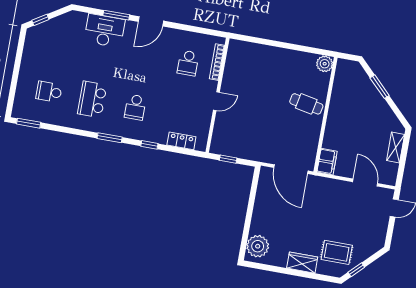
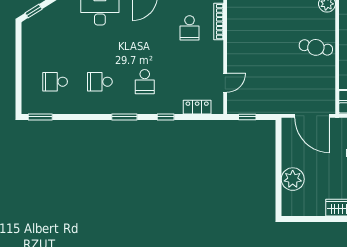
school desk: (92, 99) -> (100, 82), width x0.54
door: (216, 101) -> (225, 83), moved
plant: (258, 246) -> (293, 179), moved

